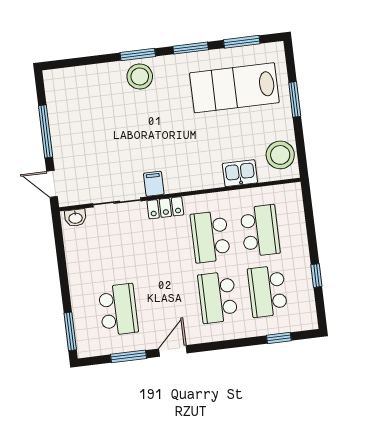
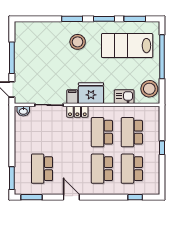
stool: (140, 76) -> (78, 42), moved
window: (295, 99) -> (162, 57), width x2.11
fridge: (184, 174) -> (91, 93), added
school desk: (260, 231) -> (132, 132), turned 180
window: (316, 276) -> (162, 148), moved
school desk: (118, 310) -> (42, 169), turned 180
door: (173, 351) -> (71, 197), hinge flipped
window: (129, 356) -> (31, 197), moved

